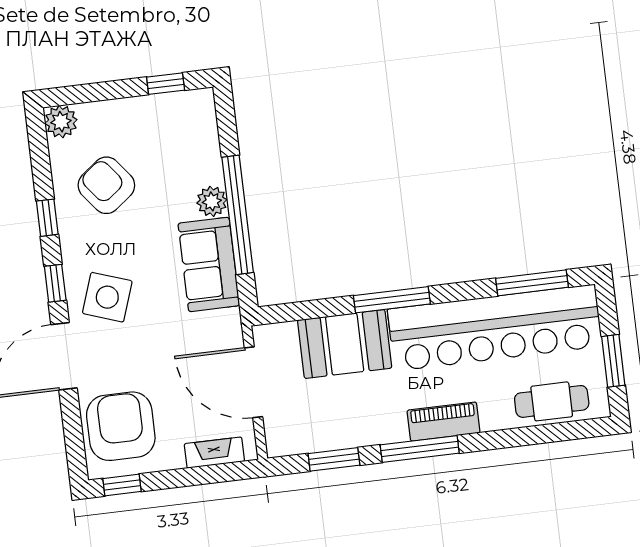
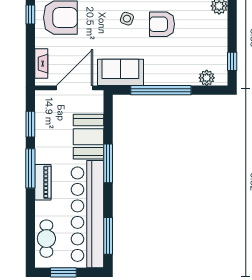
armchair: (106, 185) -> (162, 24), moved, turned -142
plant: (212, 201) -> (207, 78), moved
sofa: (209, 264) -> (120, 72), moved
side table: (107, 297) -> (127, 19), width x0.54, depth x0.54

